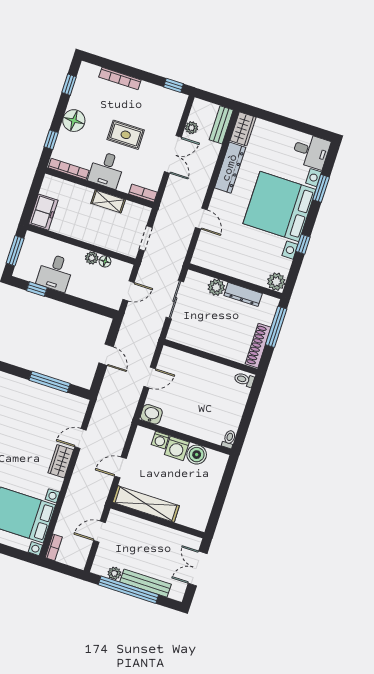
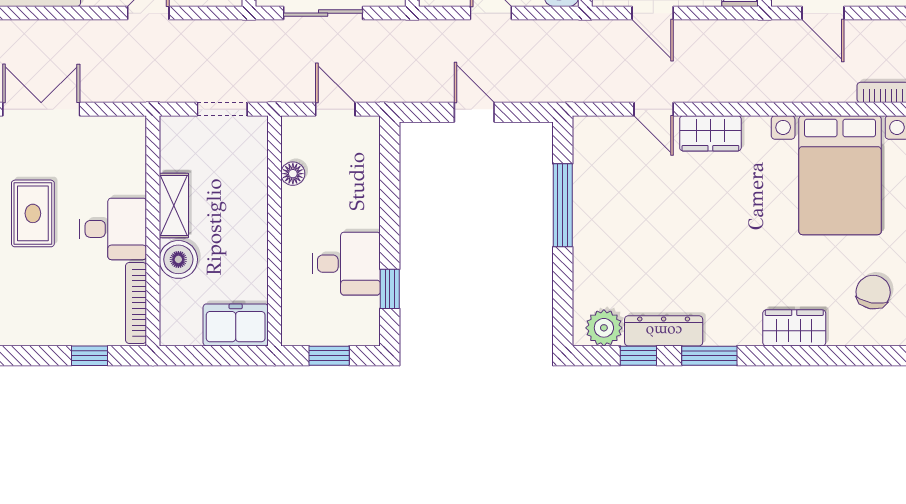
floor lamp: (74, 121) -> (38, 324), removed
bookcase: (143, 193) -> (136, 143), removed
boiler: (82, 195) -> (178, 259), added
window: (15, 251) -> (329, 356), width x0.67
plant: (92, 258) -> (295, 202), removed
door: (106, 355) -> (474, 112), hinge flipped
door: (120, 467) -> (653, 13), moved

